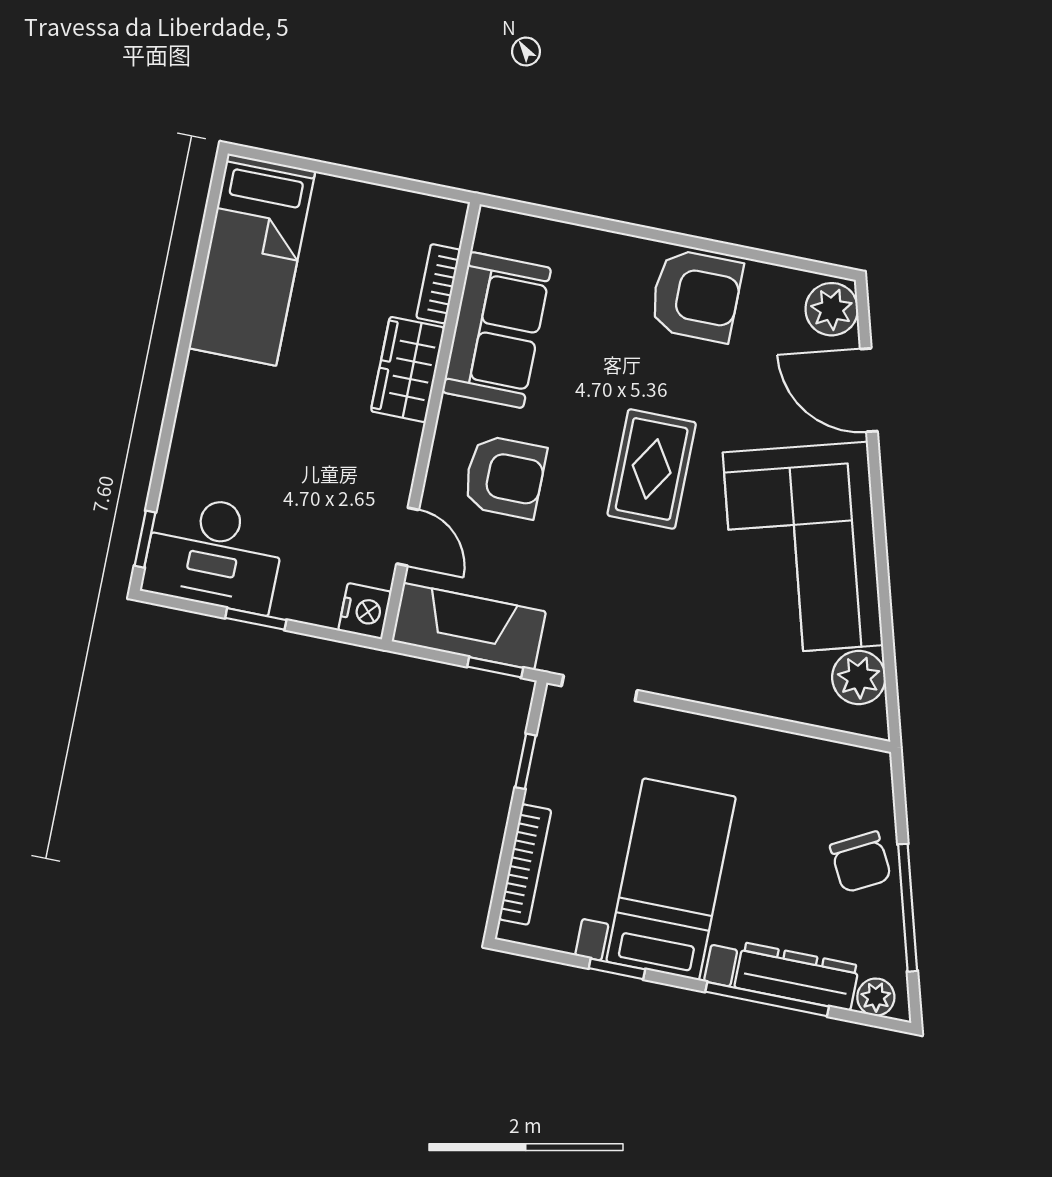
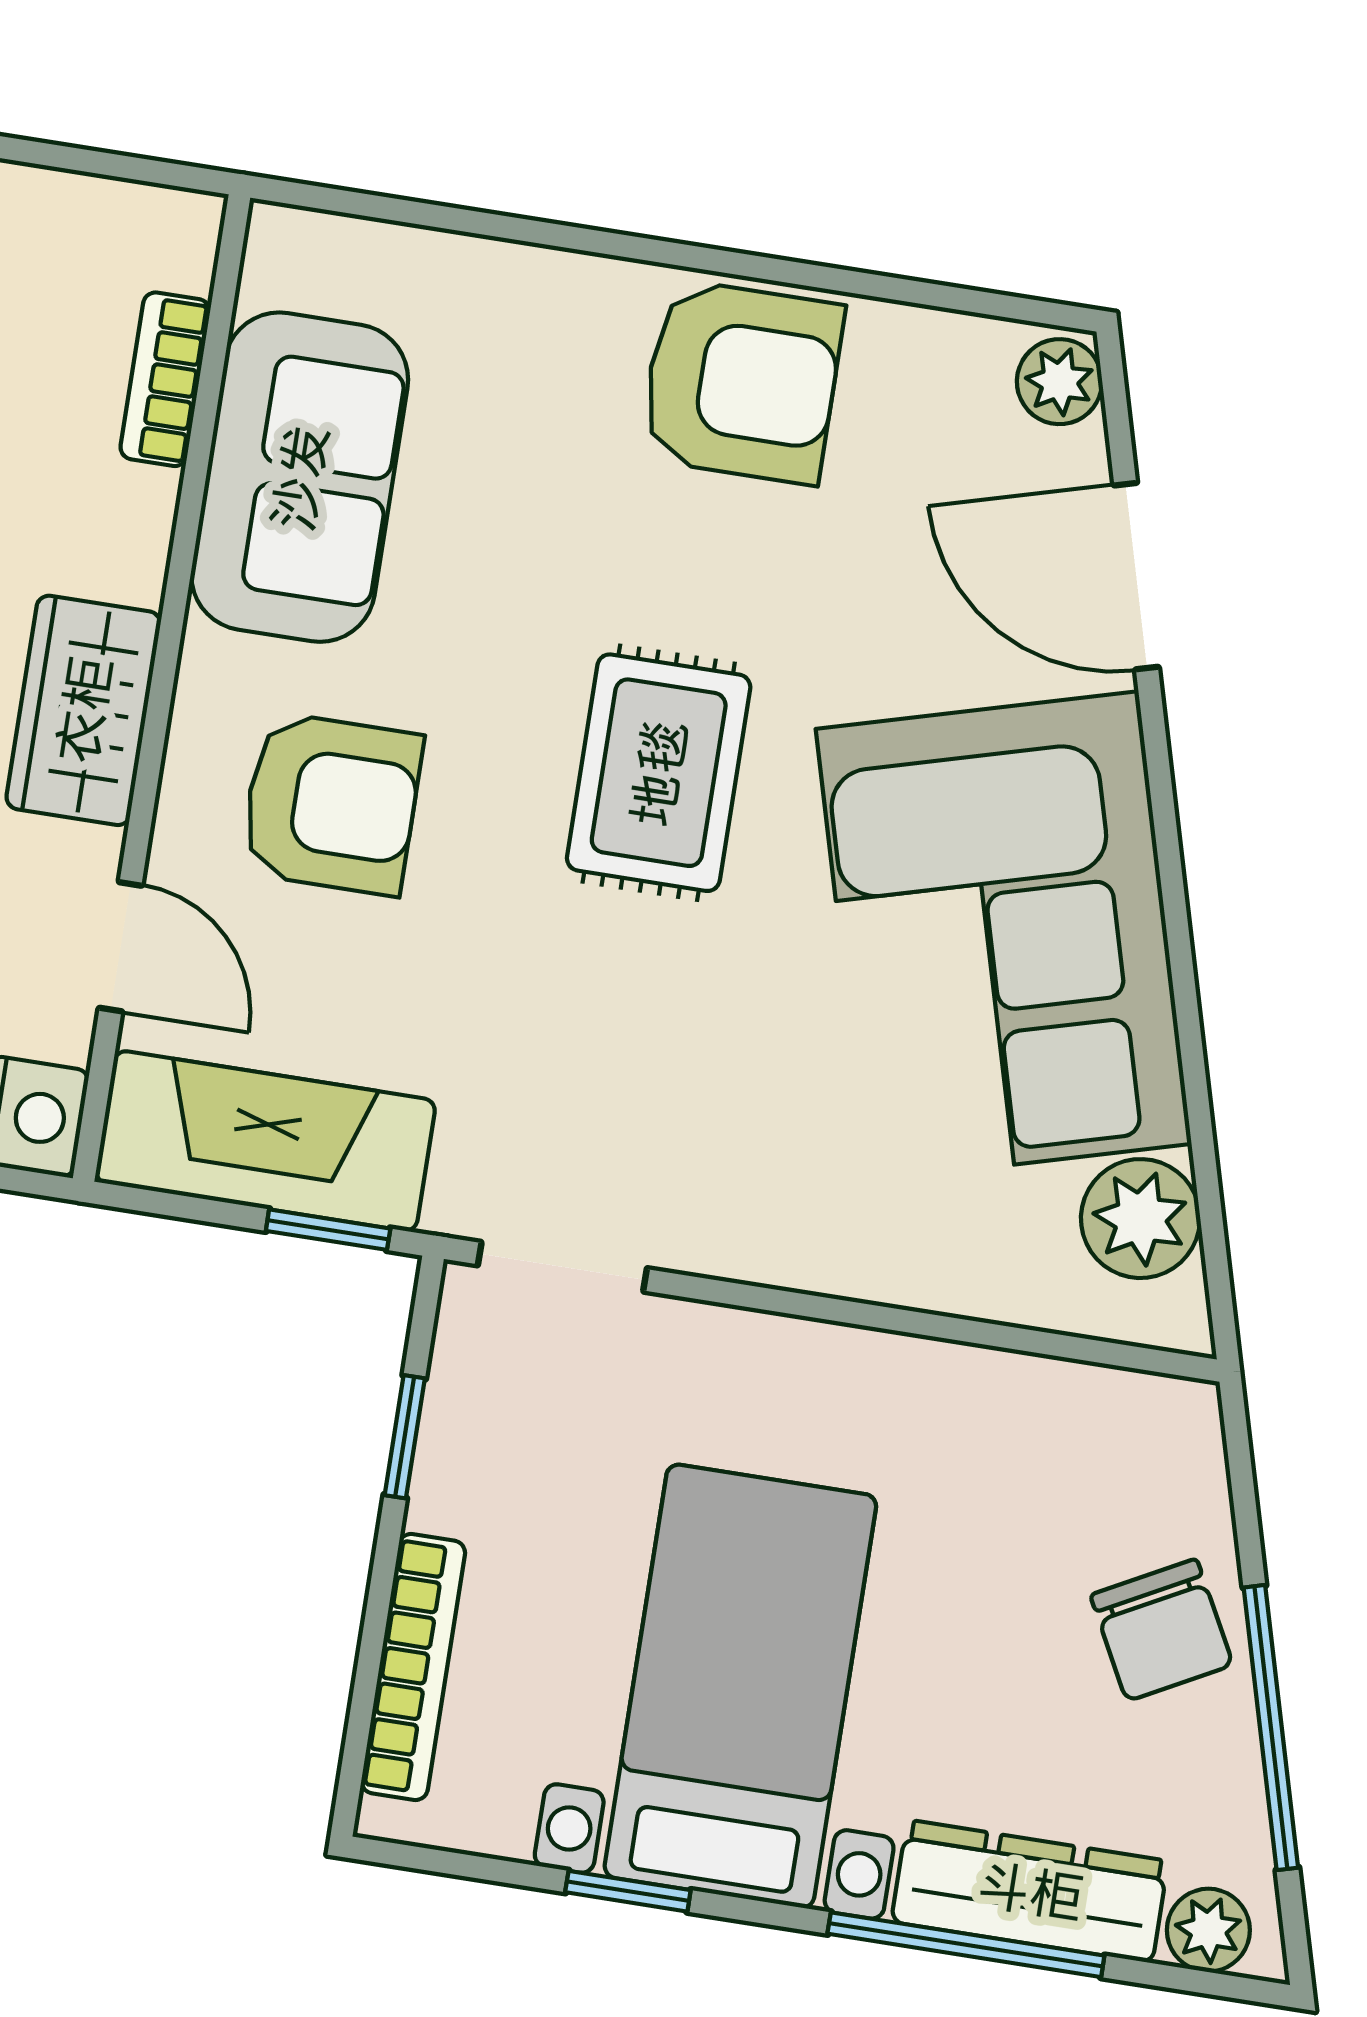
plant: (832, 309) -> (1060, 382), width x0.73, depth x0.73
wardrobe: (408, 369) -> (84, 710), moved

